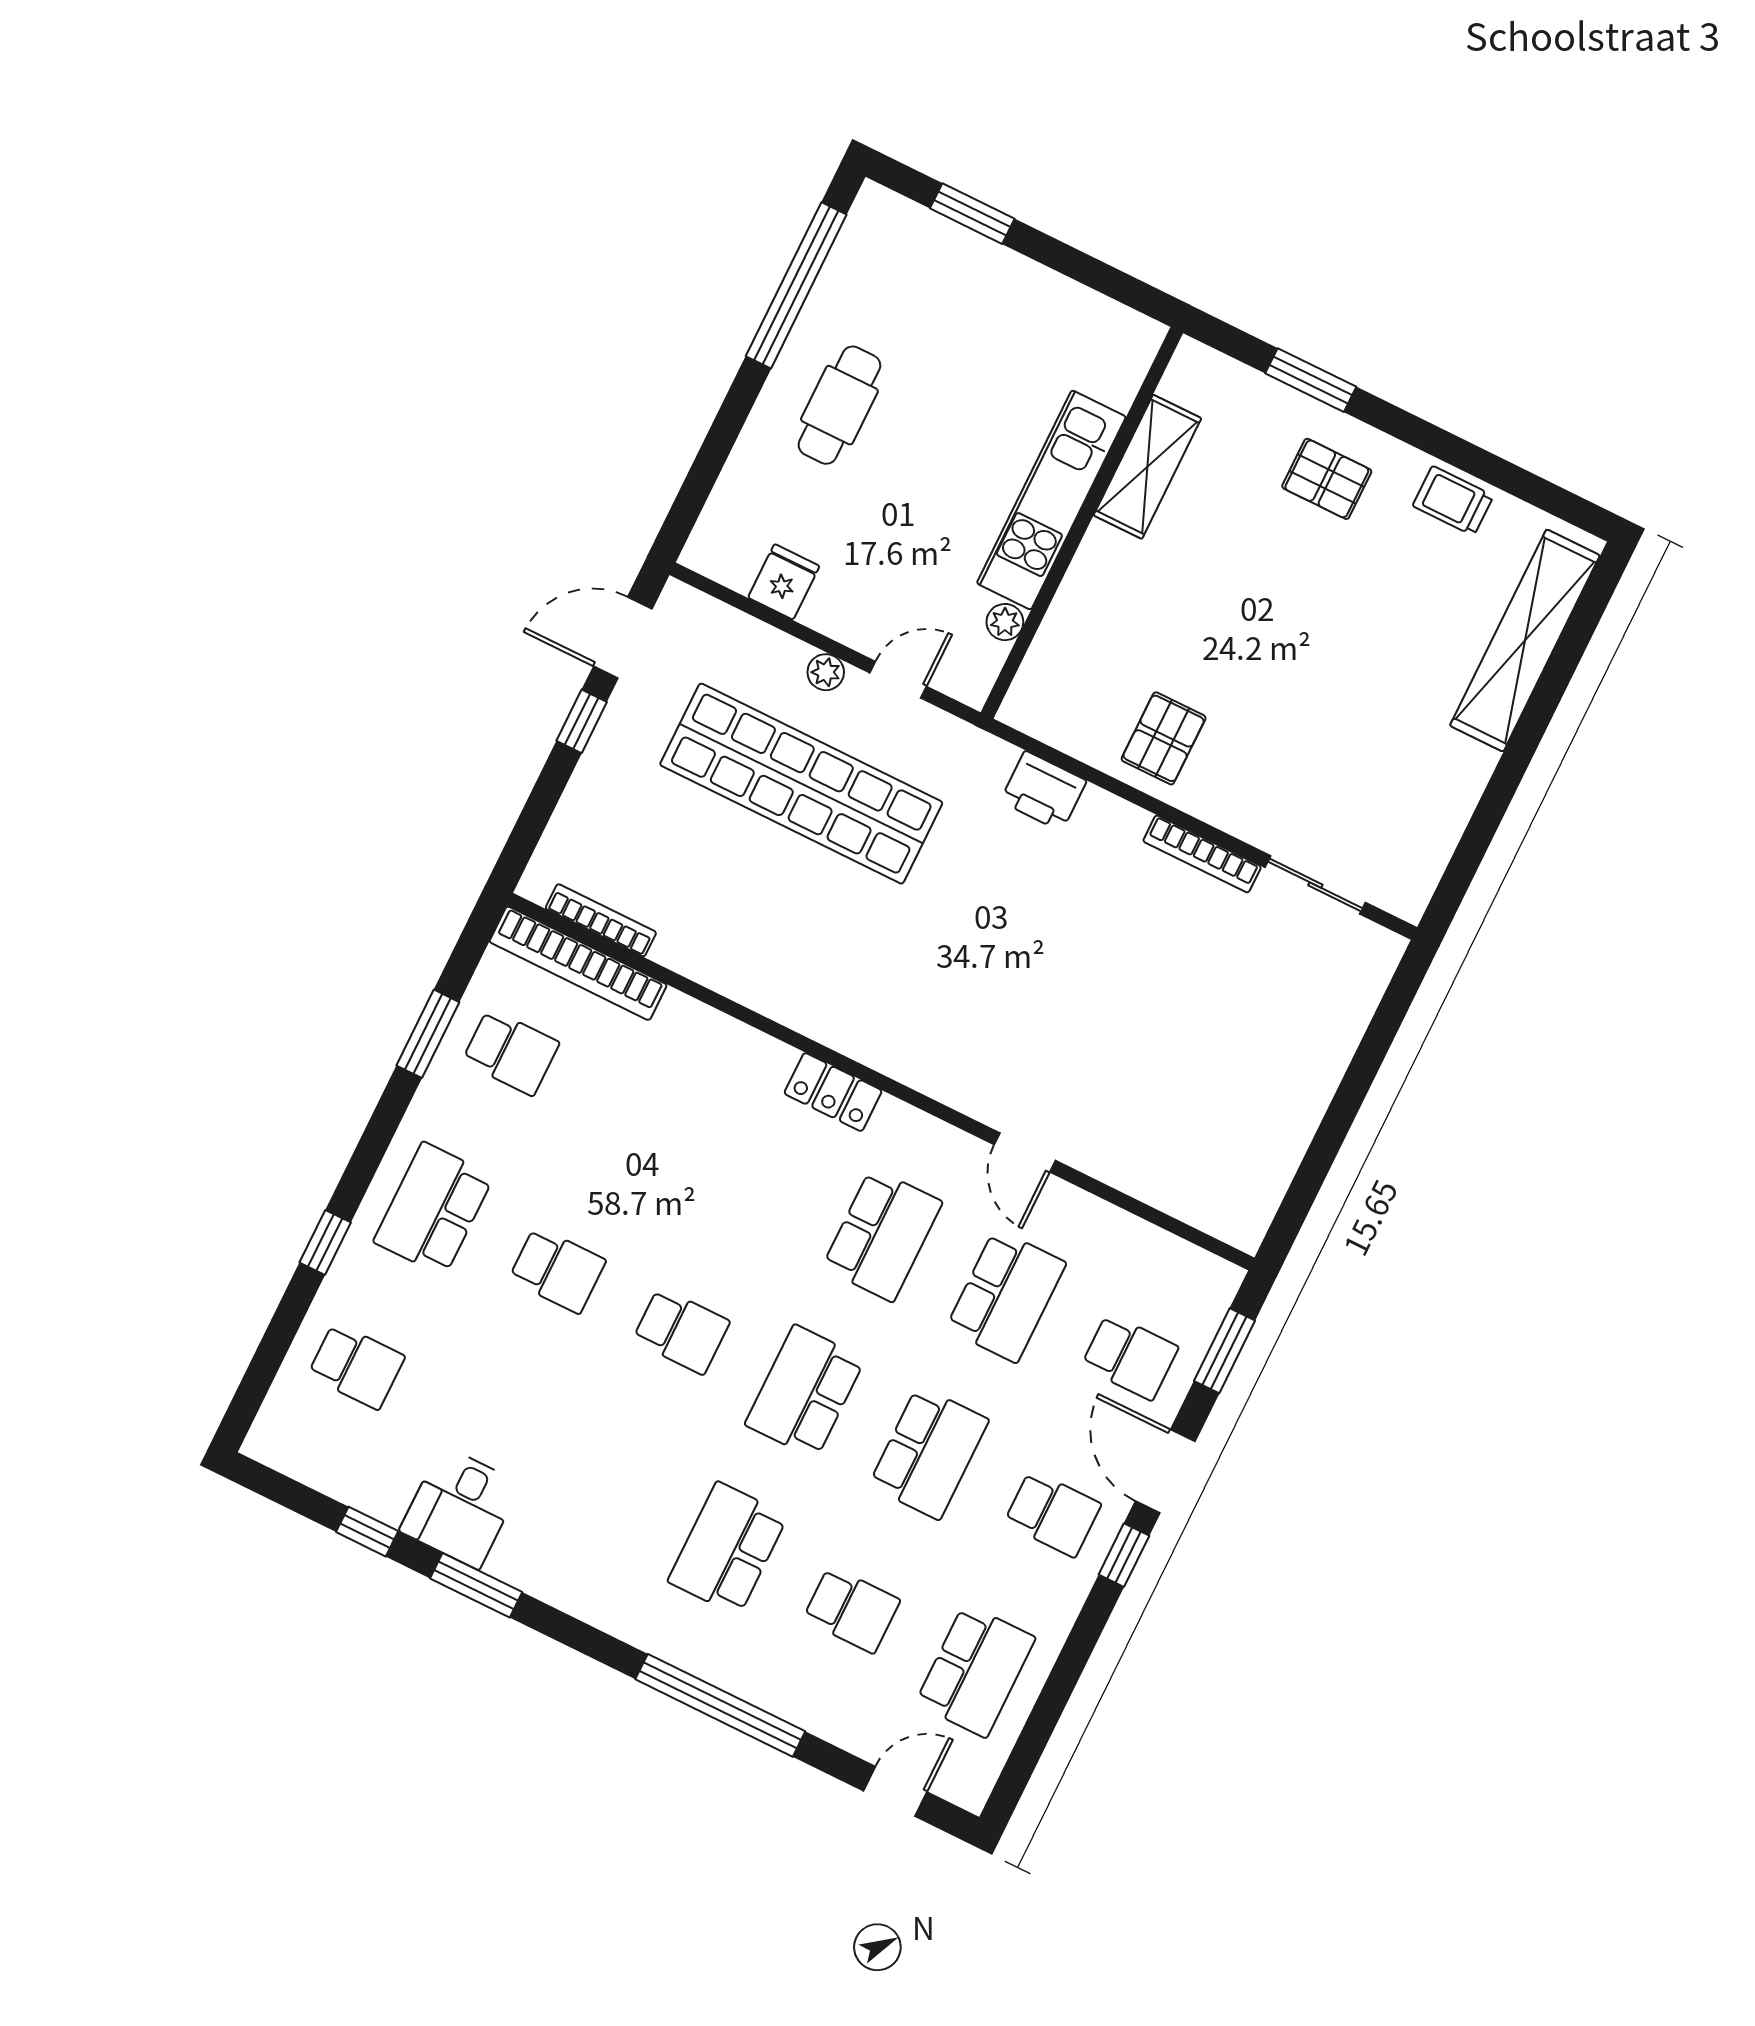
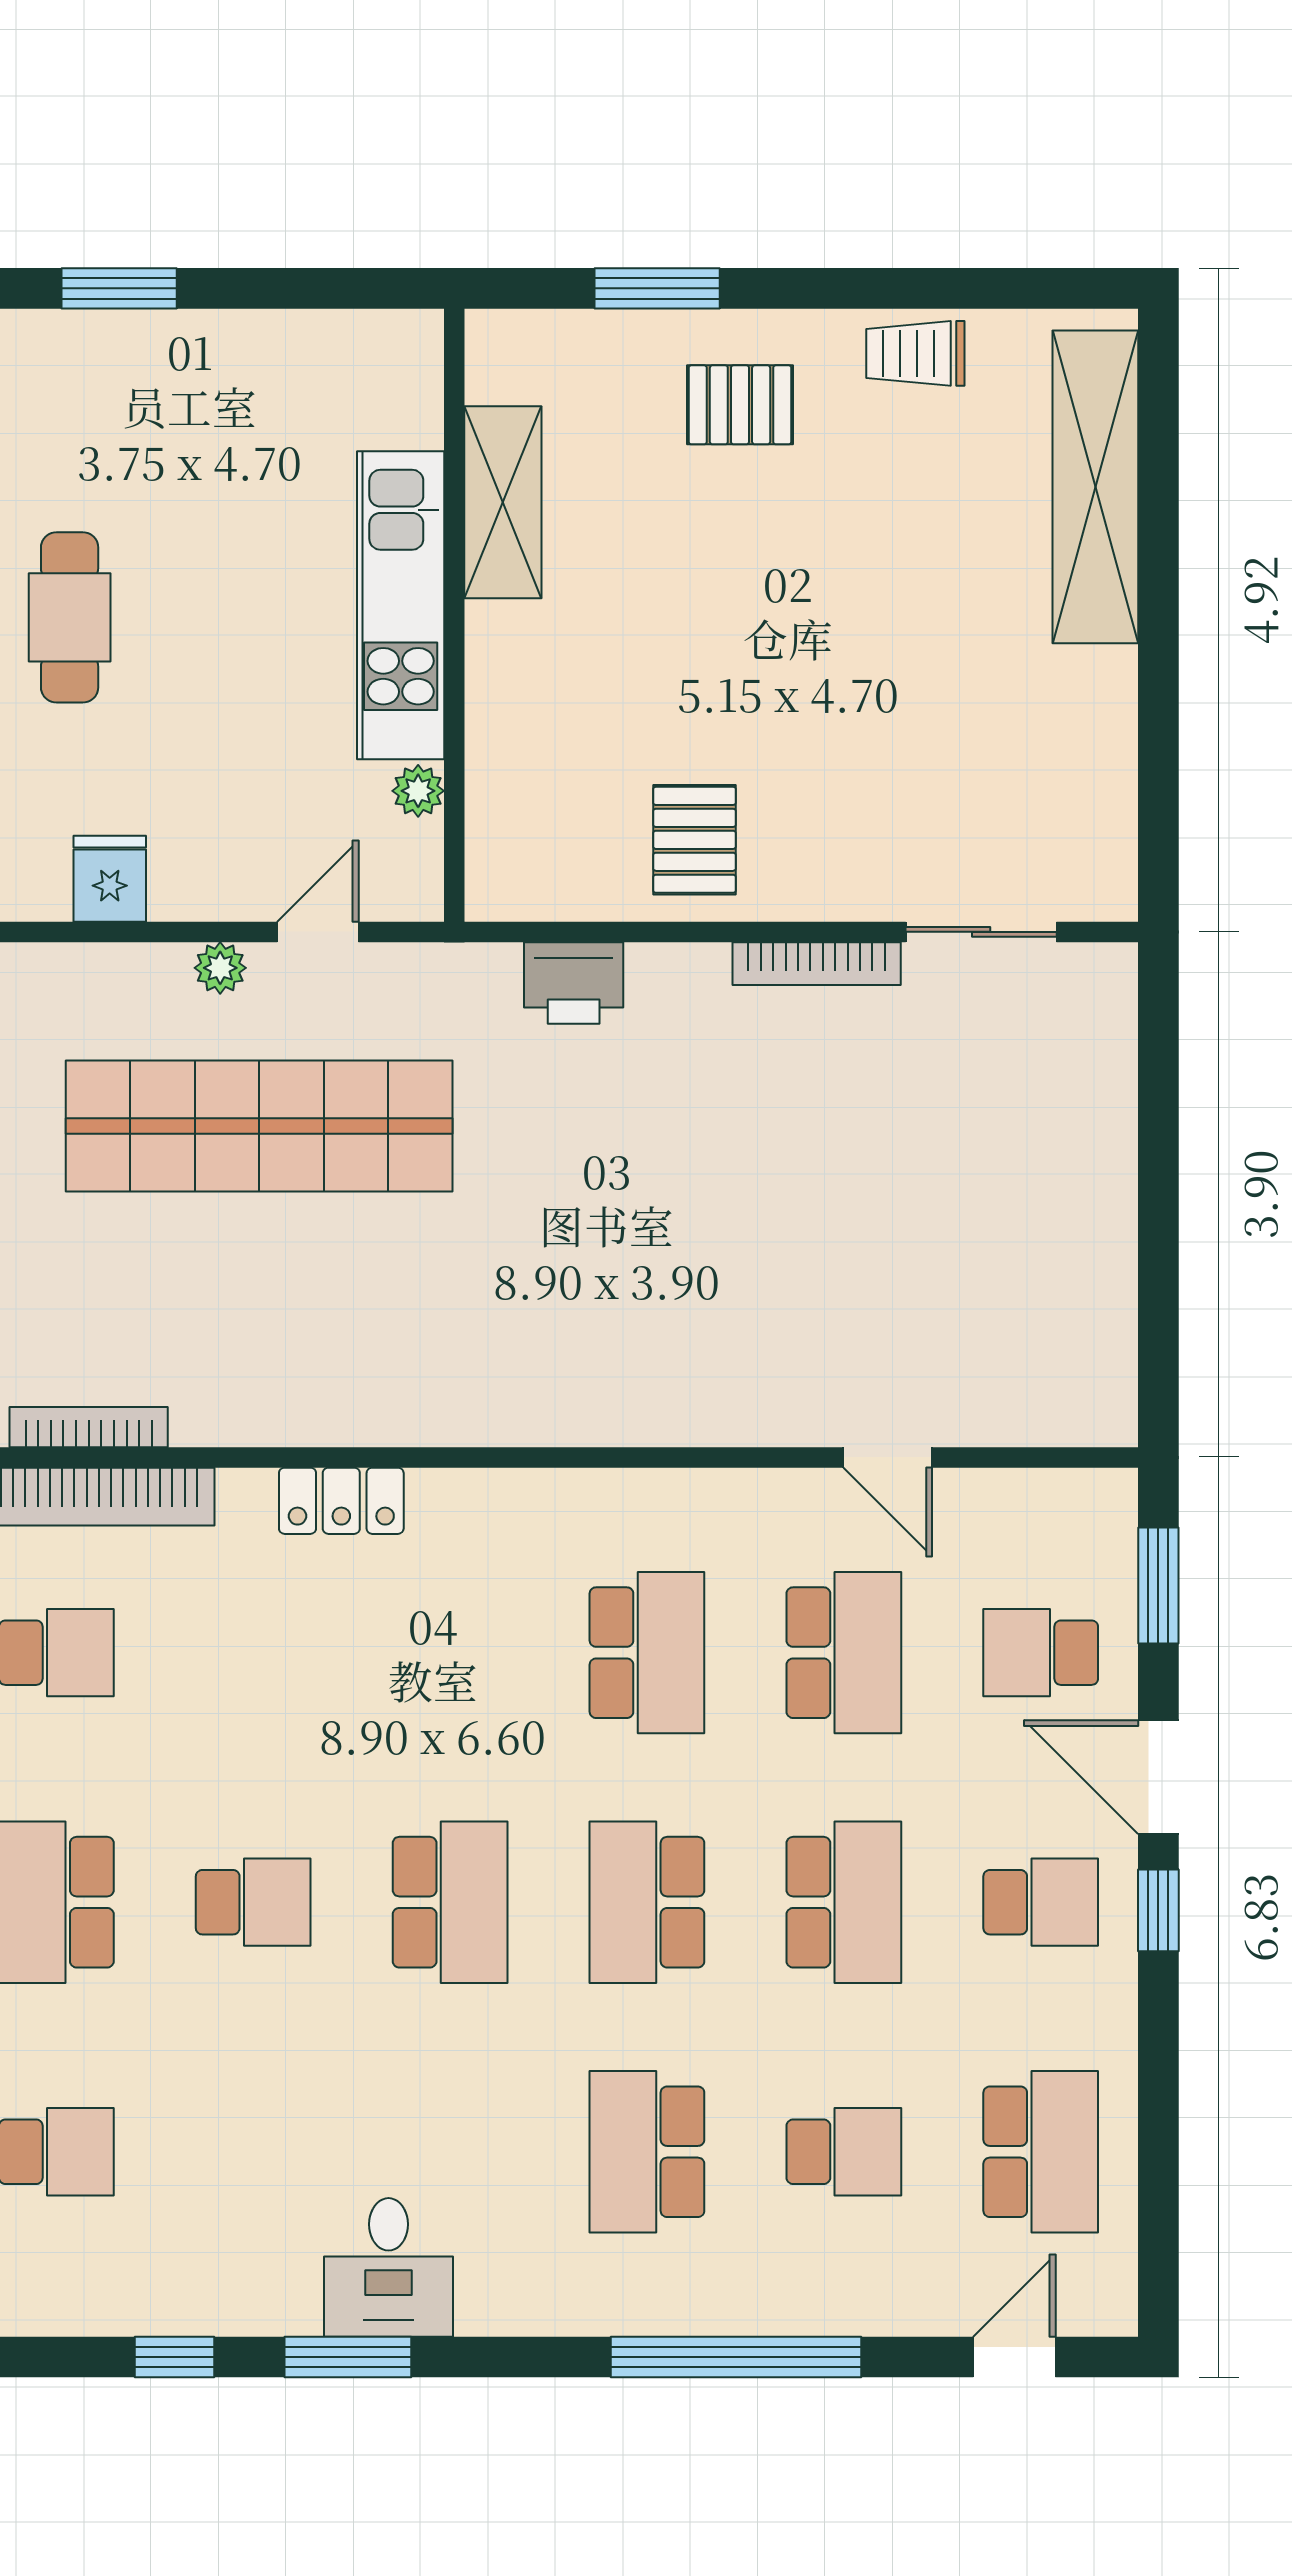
locker: (833, 1092) -> (341, 1501), moved
door: (1025, 1153) -> (888, 1457), moved
school desk: (681, 1331) -> (450, 1902), width x1.85
school desk: (1130, 1357) -> (1041, 1653), turned 180
desk: (460, 1507) -> (389, 2267), moved

